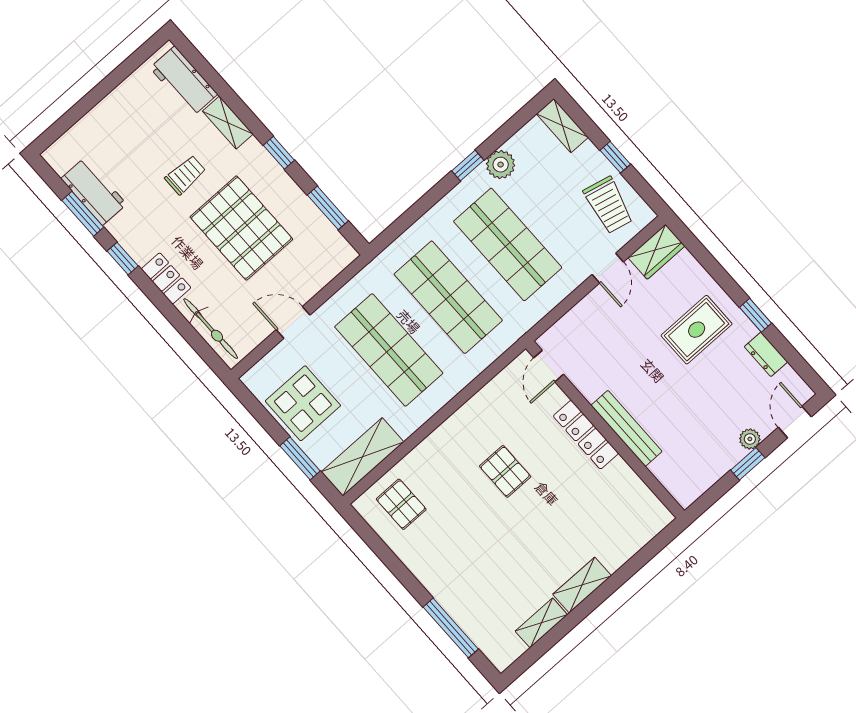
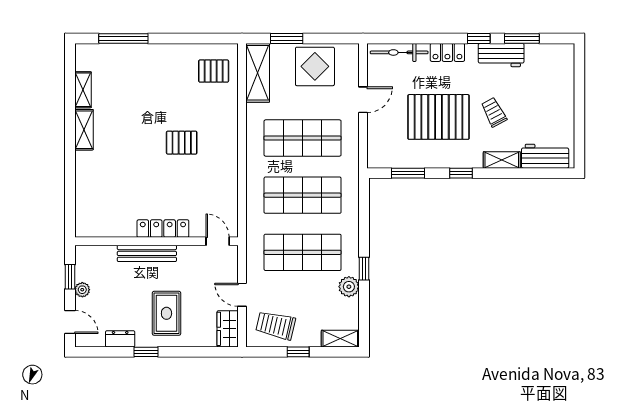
trolley: (185, 175) -> (494, 112), turned 152
workbench: (94, 191) -> (501, 55), moved
door: (549, 366) -> (218, 241), moved
bench: (626, 428) -> (147, 253), moved
wall: (605, 430) -> (156, 241), moved
locker: (586, 435) -> (163, 229), moved

